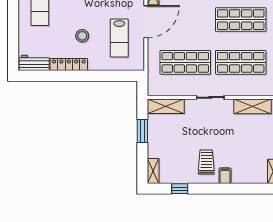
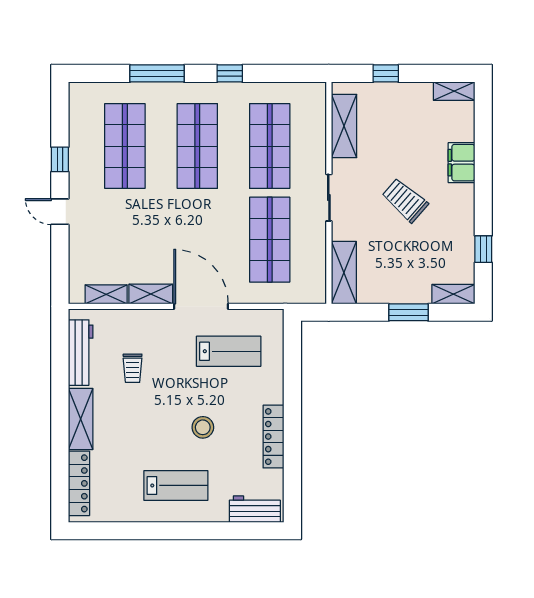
stool: (82, 36) -> (203, 427), moved
workbench: (34, 63) -> (255, 509), moved, turned 90
window: (142, 131) -> (409, 312), moved
trolley: (206, 162) -> (405, 200), moved, turned 41
filing cabinet: (225, 176) -> (461, 163), width x2.00

